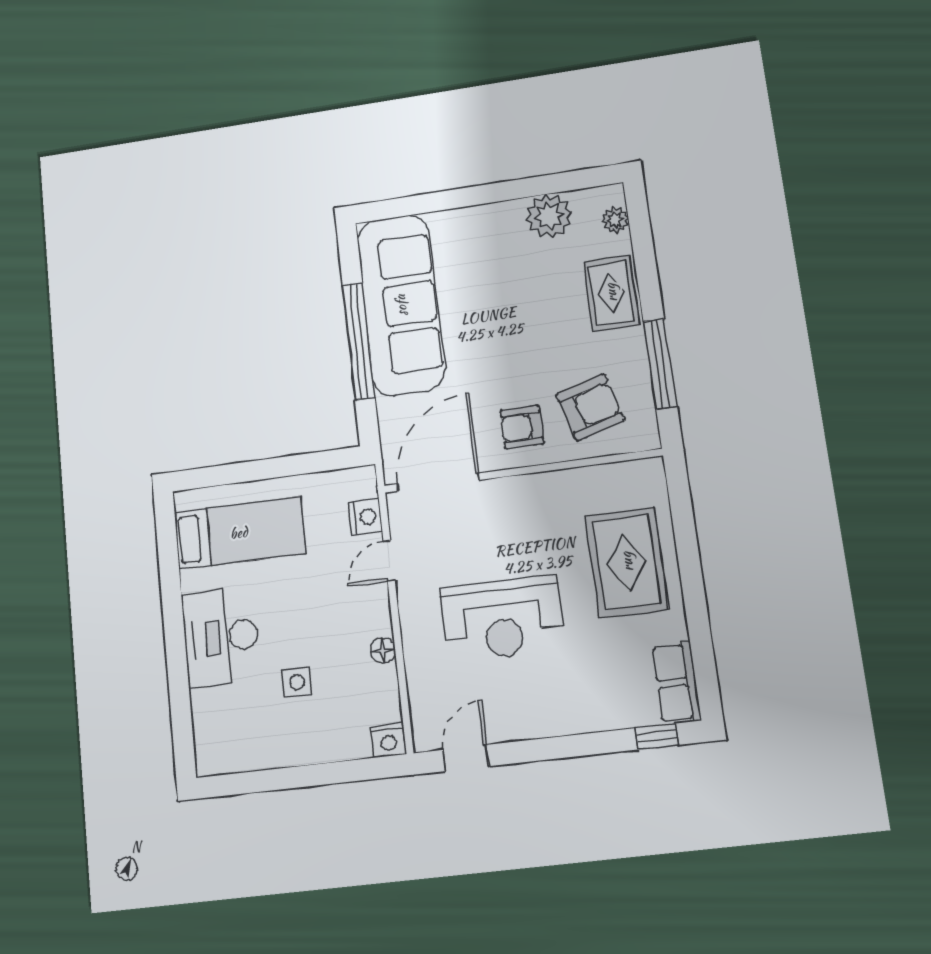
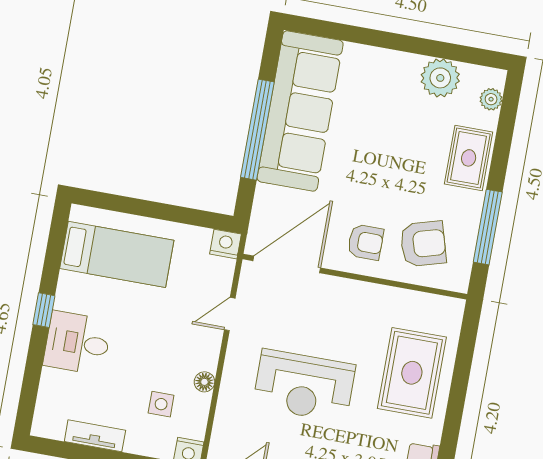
armchair: (522, 427) -> (365, 242), turned 180
nightstand: (365, 517) -> (225, 244), moved, turned -90
window: (174, 624) -> (44, 310), added
desk: (221, 637) -> (77, 343), width x0.73
side table: (297, 682) -> (161, 404), moved
tv unit: (272, 755) -> (95, 436), added

